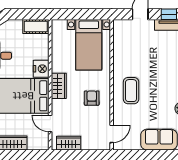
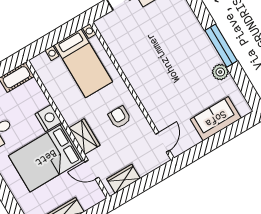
wardrobe: (59, 86) -> (84, 137), moved
coffee table: (131, 91) -> (156, 85), removed

